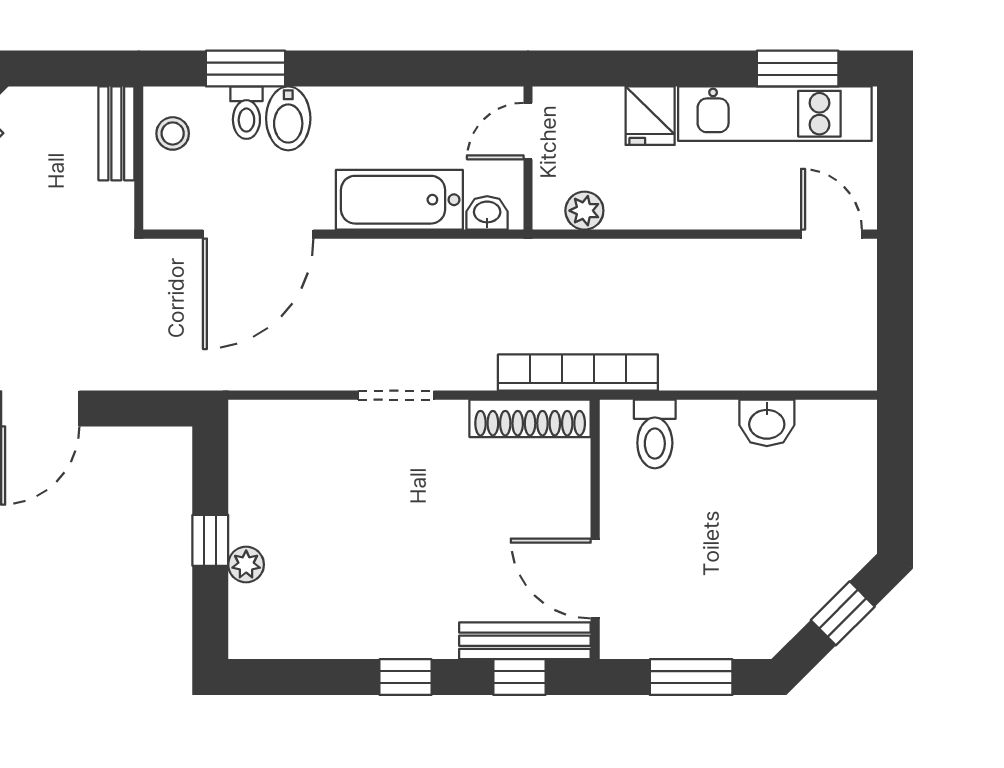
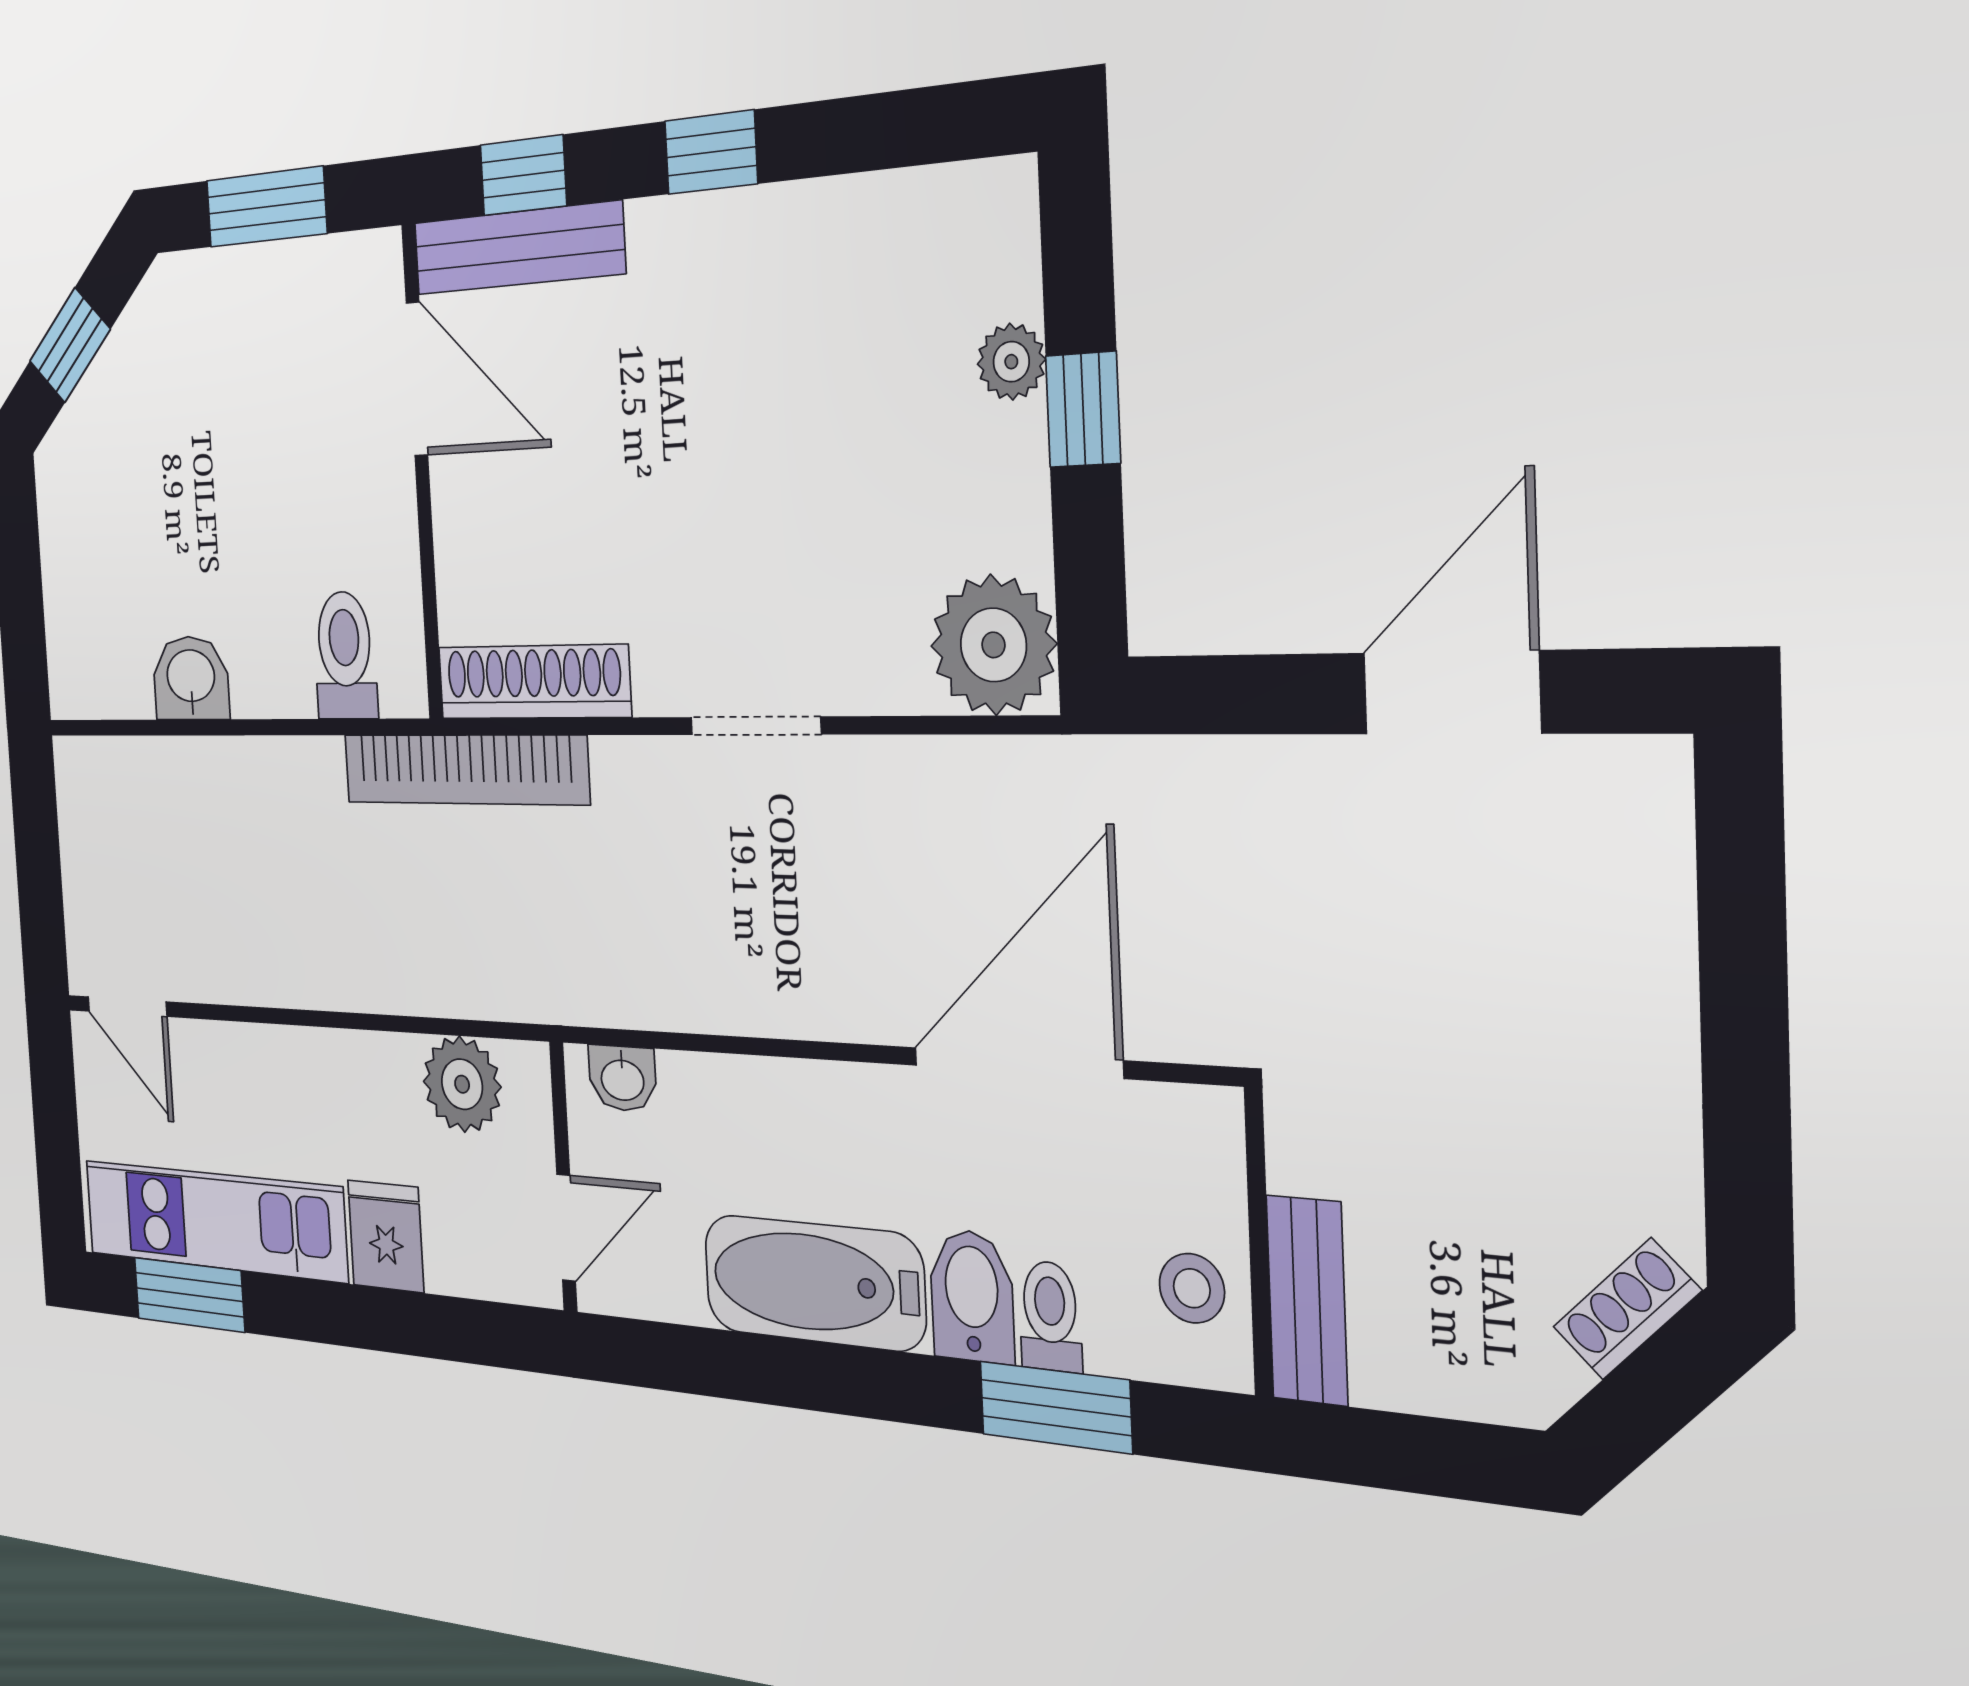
bathtub: (399, 200) -> (814, 1283), moved, turned 180
plant: (584, 211) -> (462, 1084), width x1.38, depth x1.38
plant: (262, 433) -> (993, 645), added

